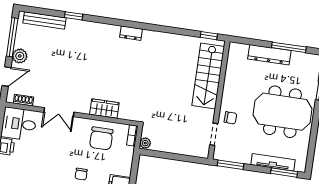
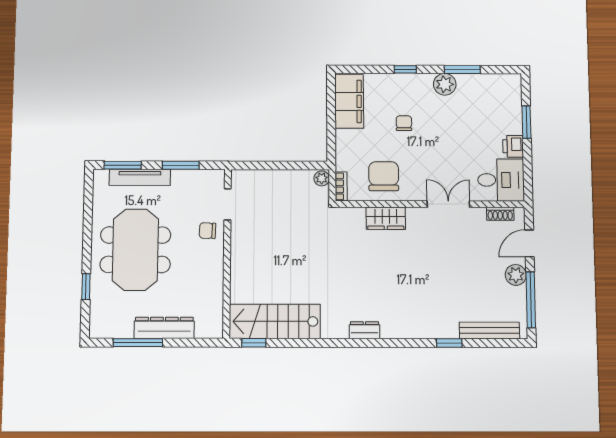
stairs: (208, 76) -> (275, 321), moved, turned -90
meeting table: (282, 112) -> (135, 250), turned 90
window: (230, 165) -> (181, 165), moved

